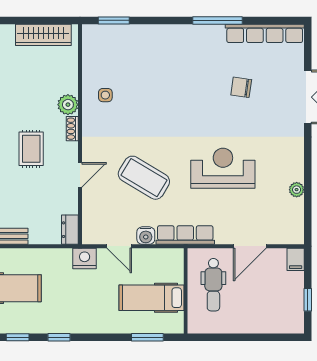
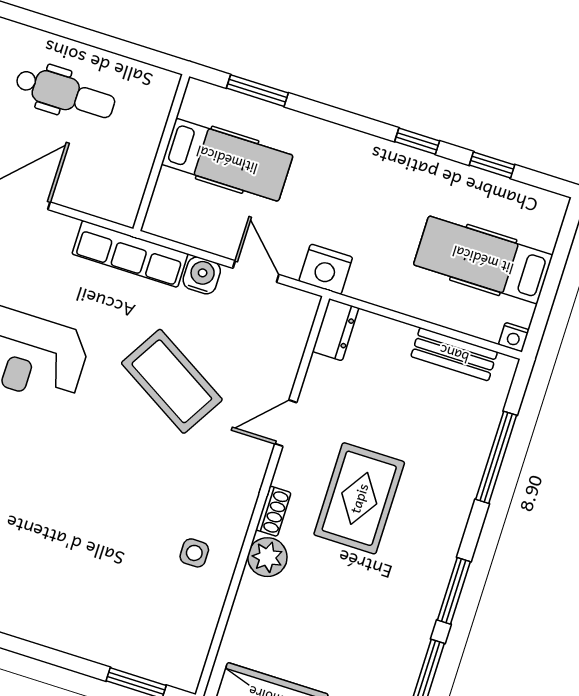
rug: (31, 149) -> (359, 498), width x1.36, depth x1.43
dental chair: (213, 285) -> (65, 93), moved, turned 90

